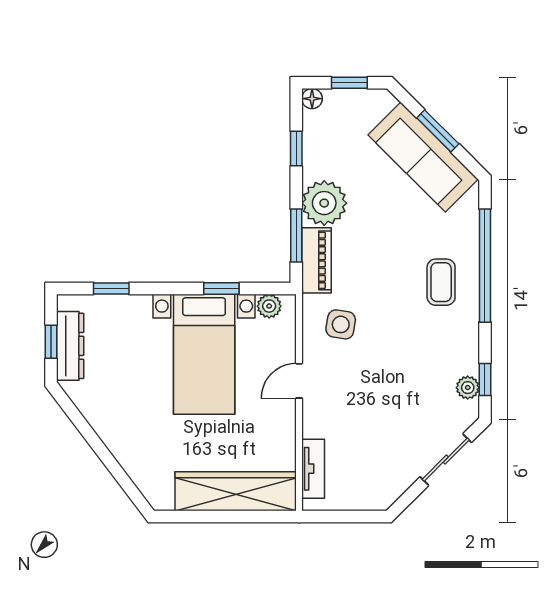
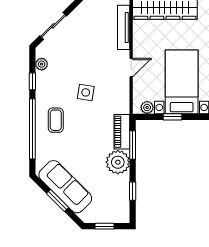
floor lamp: (312, 99) -> (124, 218), removed
side table: (341, 324) -> (86, 92), moved
window: (485, 380) -> (32, 81), moved
tv unit: (313, 469) -> (124, 27), width x1.41

